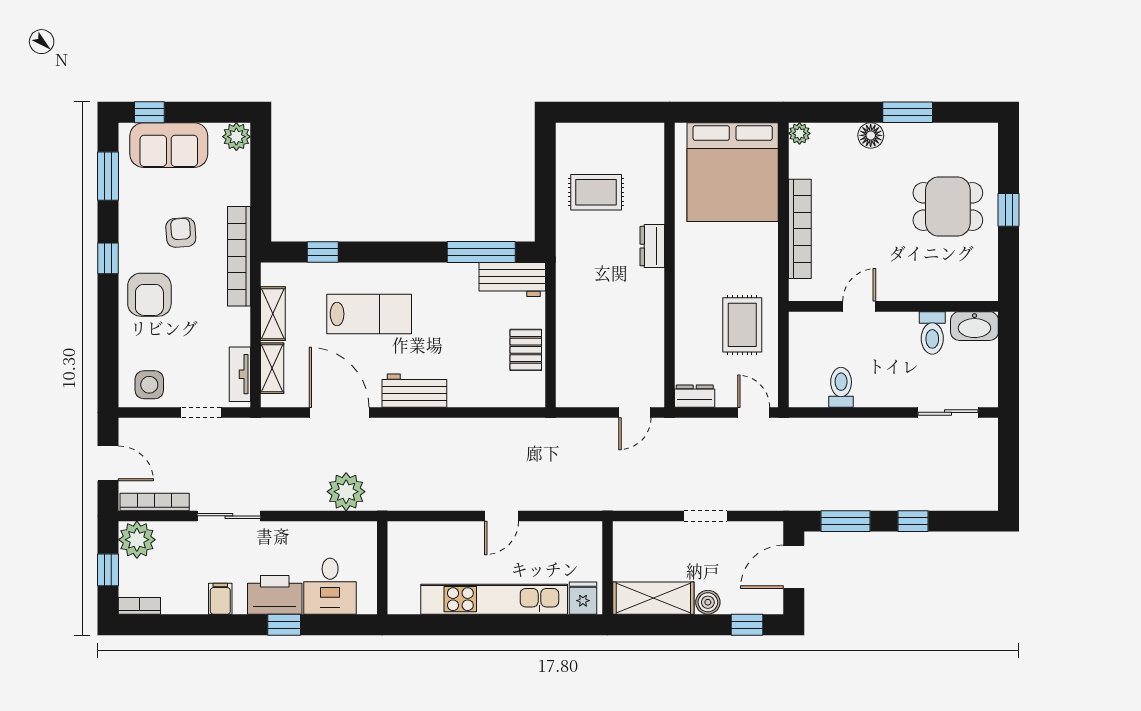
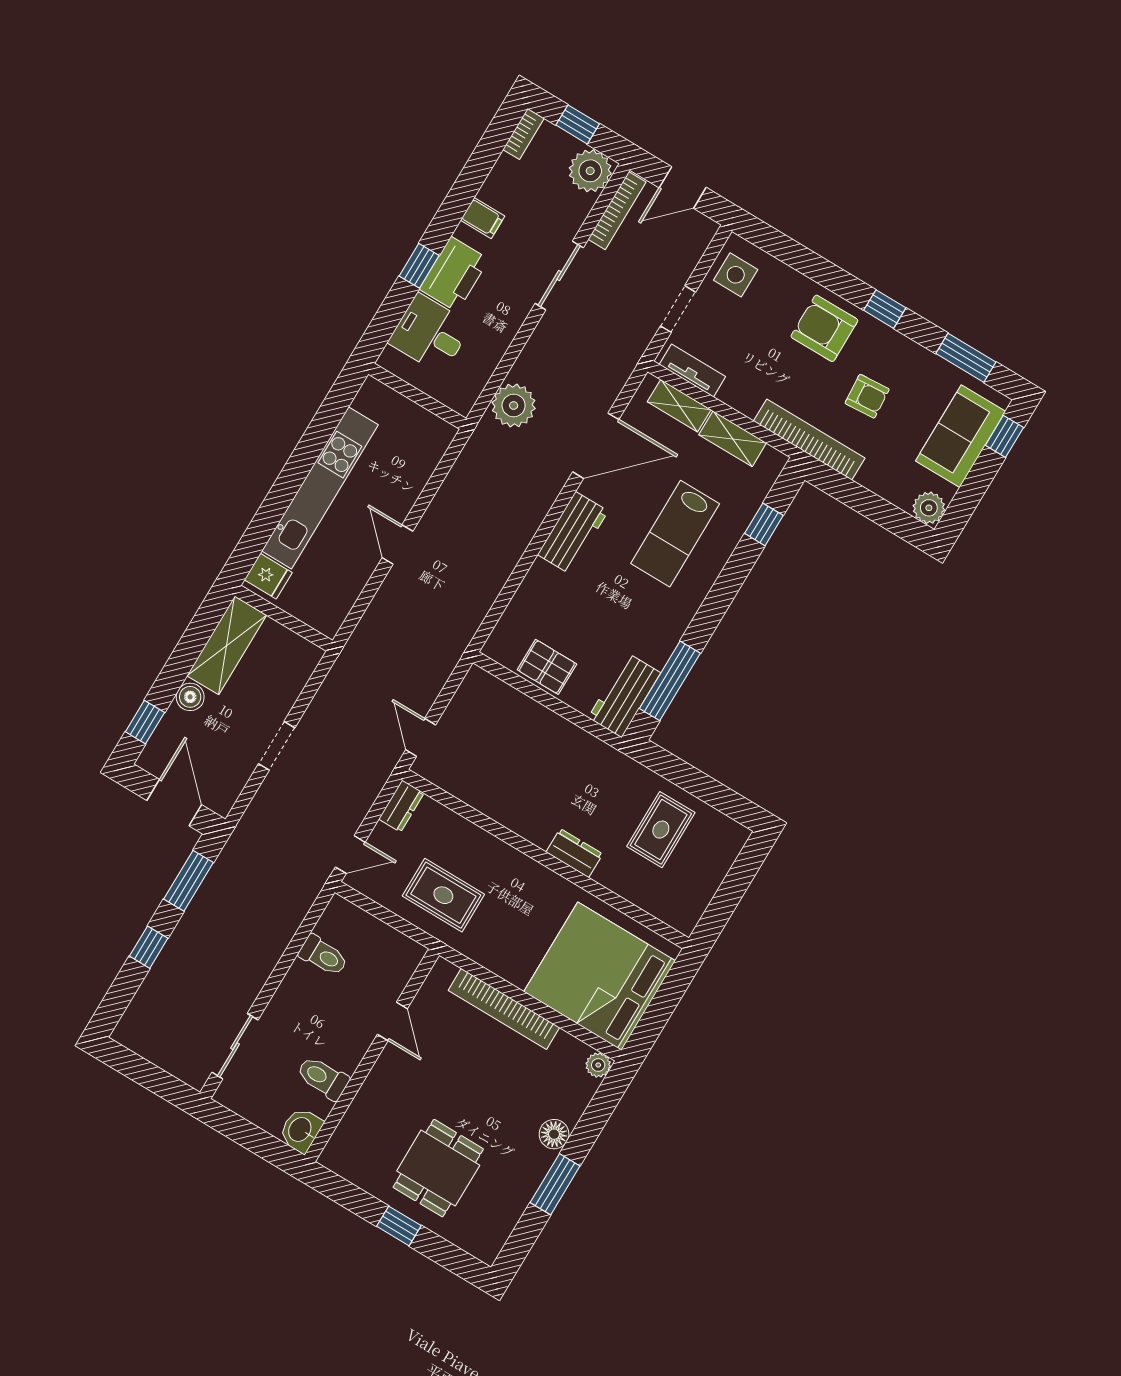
washbasin: (974, 326) -> (301, 1130), width x0.72

